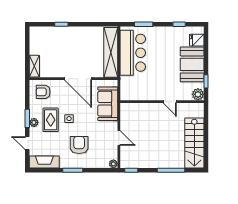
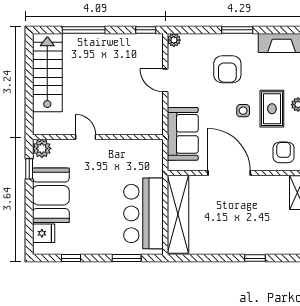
armchair: (43, 92) -> (284, 152), turned -90

